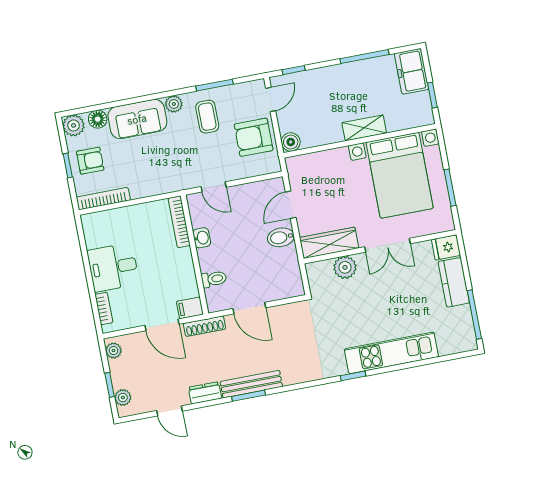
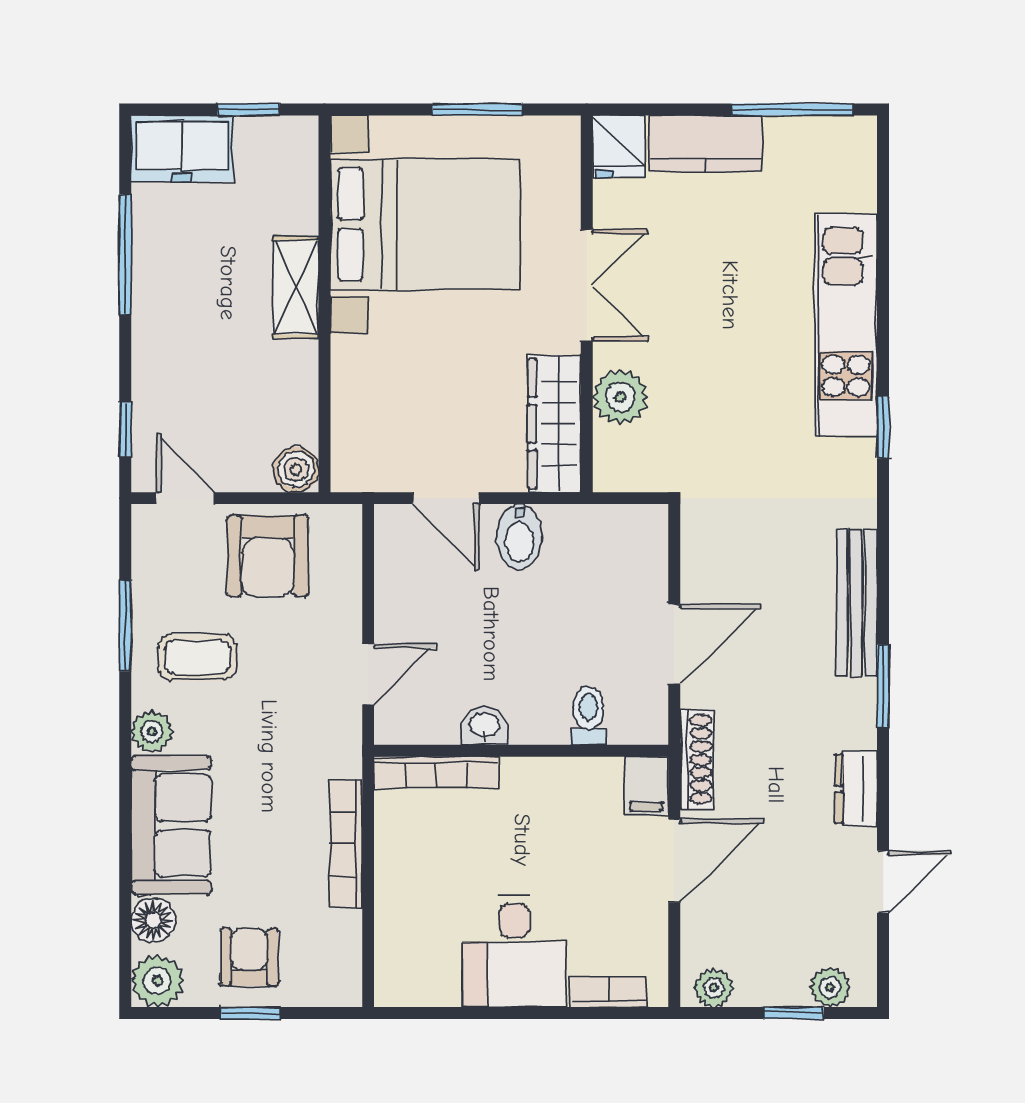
bookcase: (103, 199) -> (346, 844), moved
bench: (251, 384) -> (857, 603), moved

